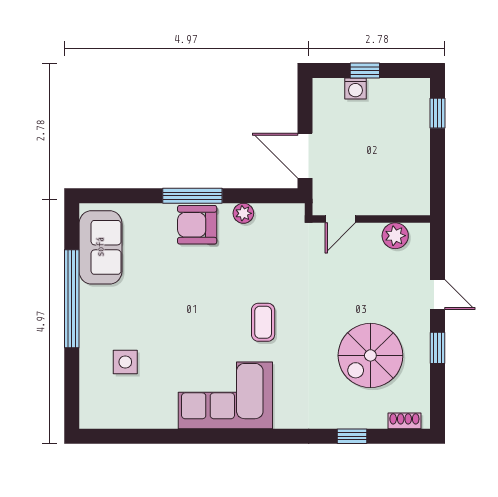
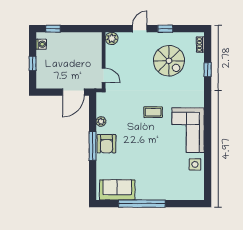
washing machine: (355, 89) -> (41, 44), moved
plant: (395, 236) -> (112, 38), moved
side table: (125, 362) -> (195, 164), moved

